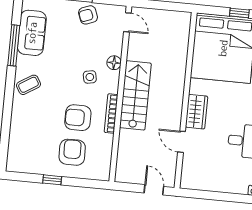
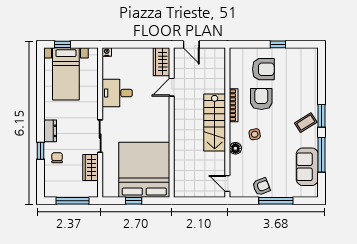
window: (9, 91) -> (322, 116), added
wardrobe: (197, 112) -> (162, 62), moved
armchair: (78, 118) -> (261, 99), turned -90
door: (182, 142) -> (172, 87), swing flipped
armchair: (72, 152) -> (263, 69), turned -89

